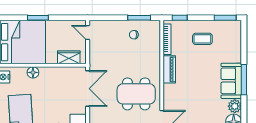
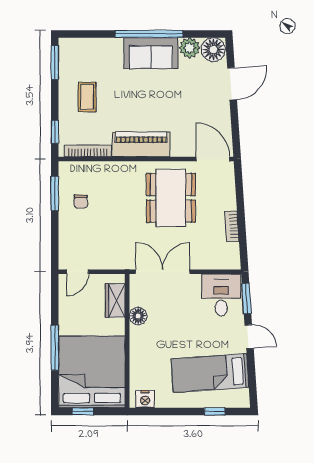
window: (38, 18) -> (55, 348), width x1.44
piano: (169, 69) -> (141, 144), width x1.37, depth x1.33
floor lamp: (33, 72) -> (138, 316), moved
window: (244, 80) -> (149, 34), width x1.46

